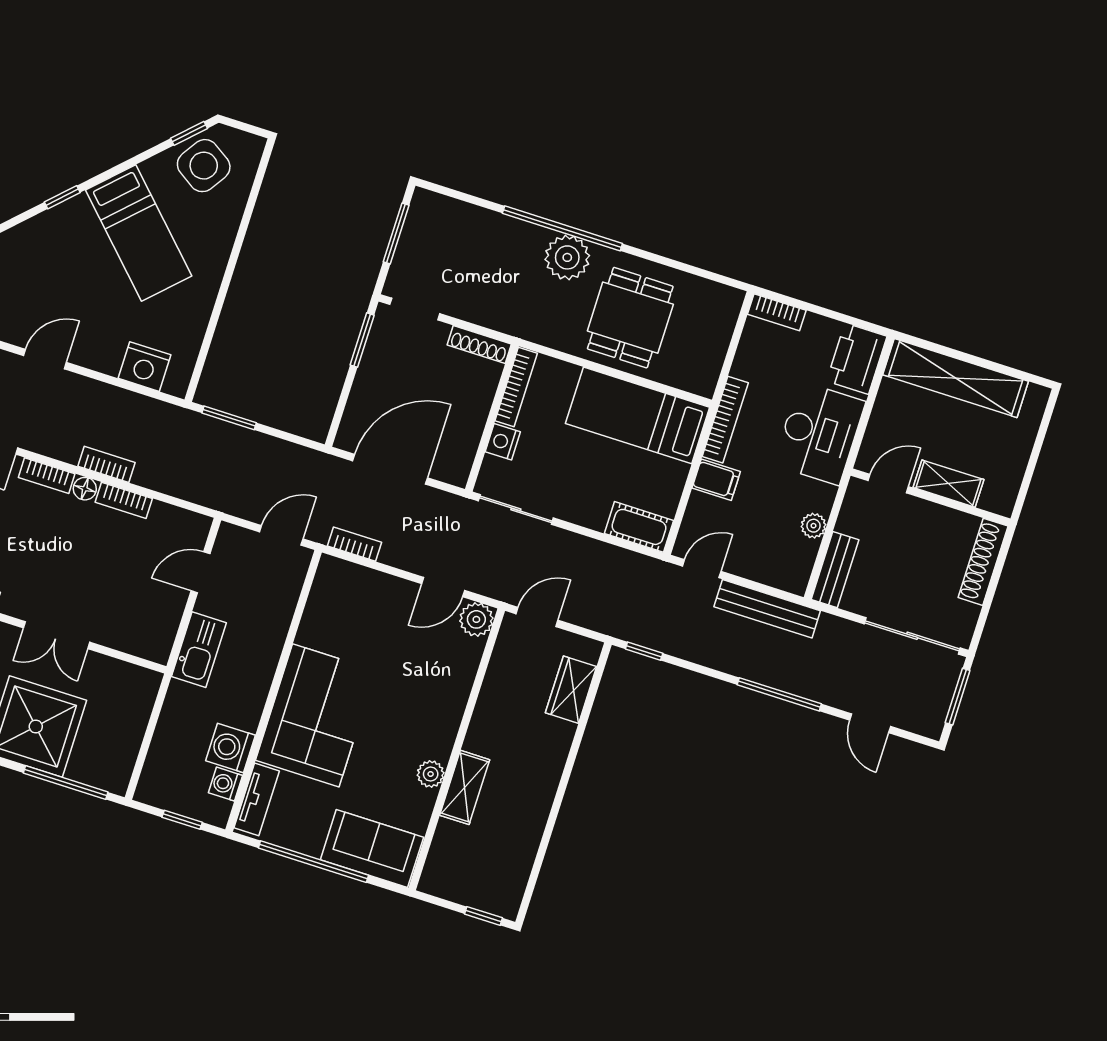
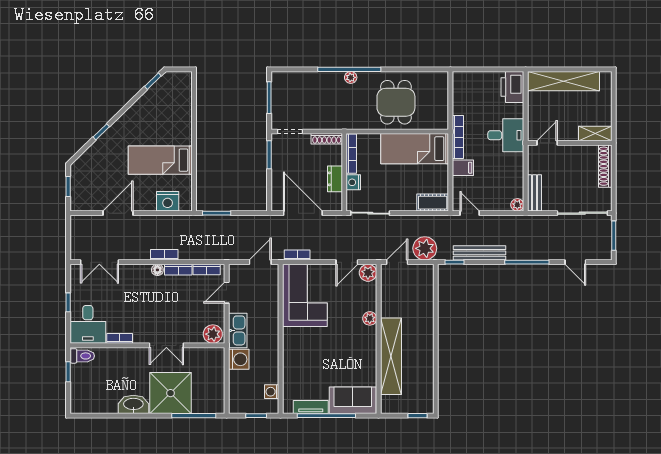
side table: (204, 166) -> (165, 95), removed
bed: (139, 233) -> (160, 160), moved, turned 134
plant: (567, 257) -> (351, 77), width x0.53, depth x0.53
bookcase: (777, 312) -> (466, 77), removed
door: (45, 359) -> (118, 213), width x1.38
dresser: (471, 424) -> (335, 179), added
desk: (819, 433) -> (506, 135), width x0.73
door: (390, 469) -> (303, 213), hinge flipped
bookcase: (47, 476) -> (207, 269), moved
shelving: (948, 484) -> (595, 134), moved
plant: (814, 526) -> (517, 205), moved
door: (702, 569) -> (470, 213), hinge flipped
plant: (597, 608) -> (425, 248), added
bench: (767, 609) -> (479, 253), moved
plant: (150, 641) -> (213, 334), added
wardrobe: (571, 690) -> (425, 292), removed
corner sofa: (316, 715) -> (305, 295), moved
washing machine: (231, 748) -> (239, 359), moved, turned 180
plant: (431, 774) -> (370, 318), moved
shelving: (465, 787) -> (391, 356), width x2.20, depth x1.33
tv unit: (257, 799) -> (311, 407), moved, turned -90

